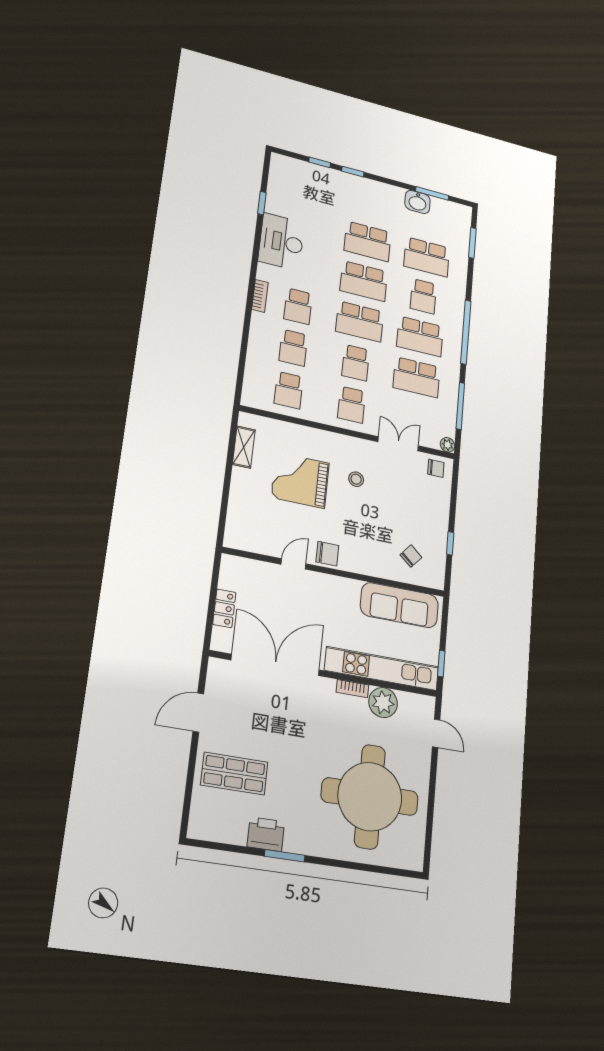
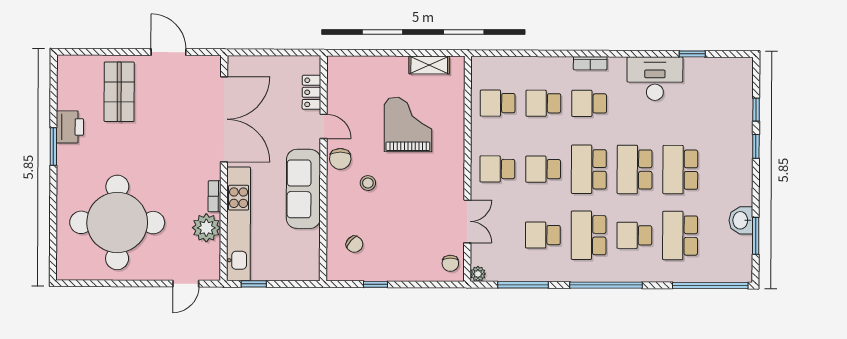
window: (472, 243) -> (710, 285), width x2.11
school desk: (417, 377) -> (543, 235), width x0.54
stool: (356, 479) -> (368, 183), moved
sofa: (399, 605) -> (303, 189), moved
locker: (224, 608) -> (311, 92), moved, turned 90

